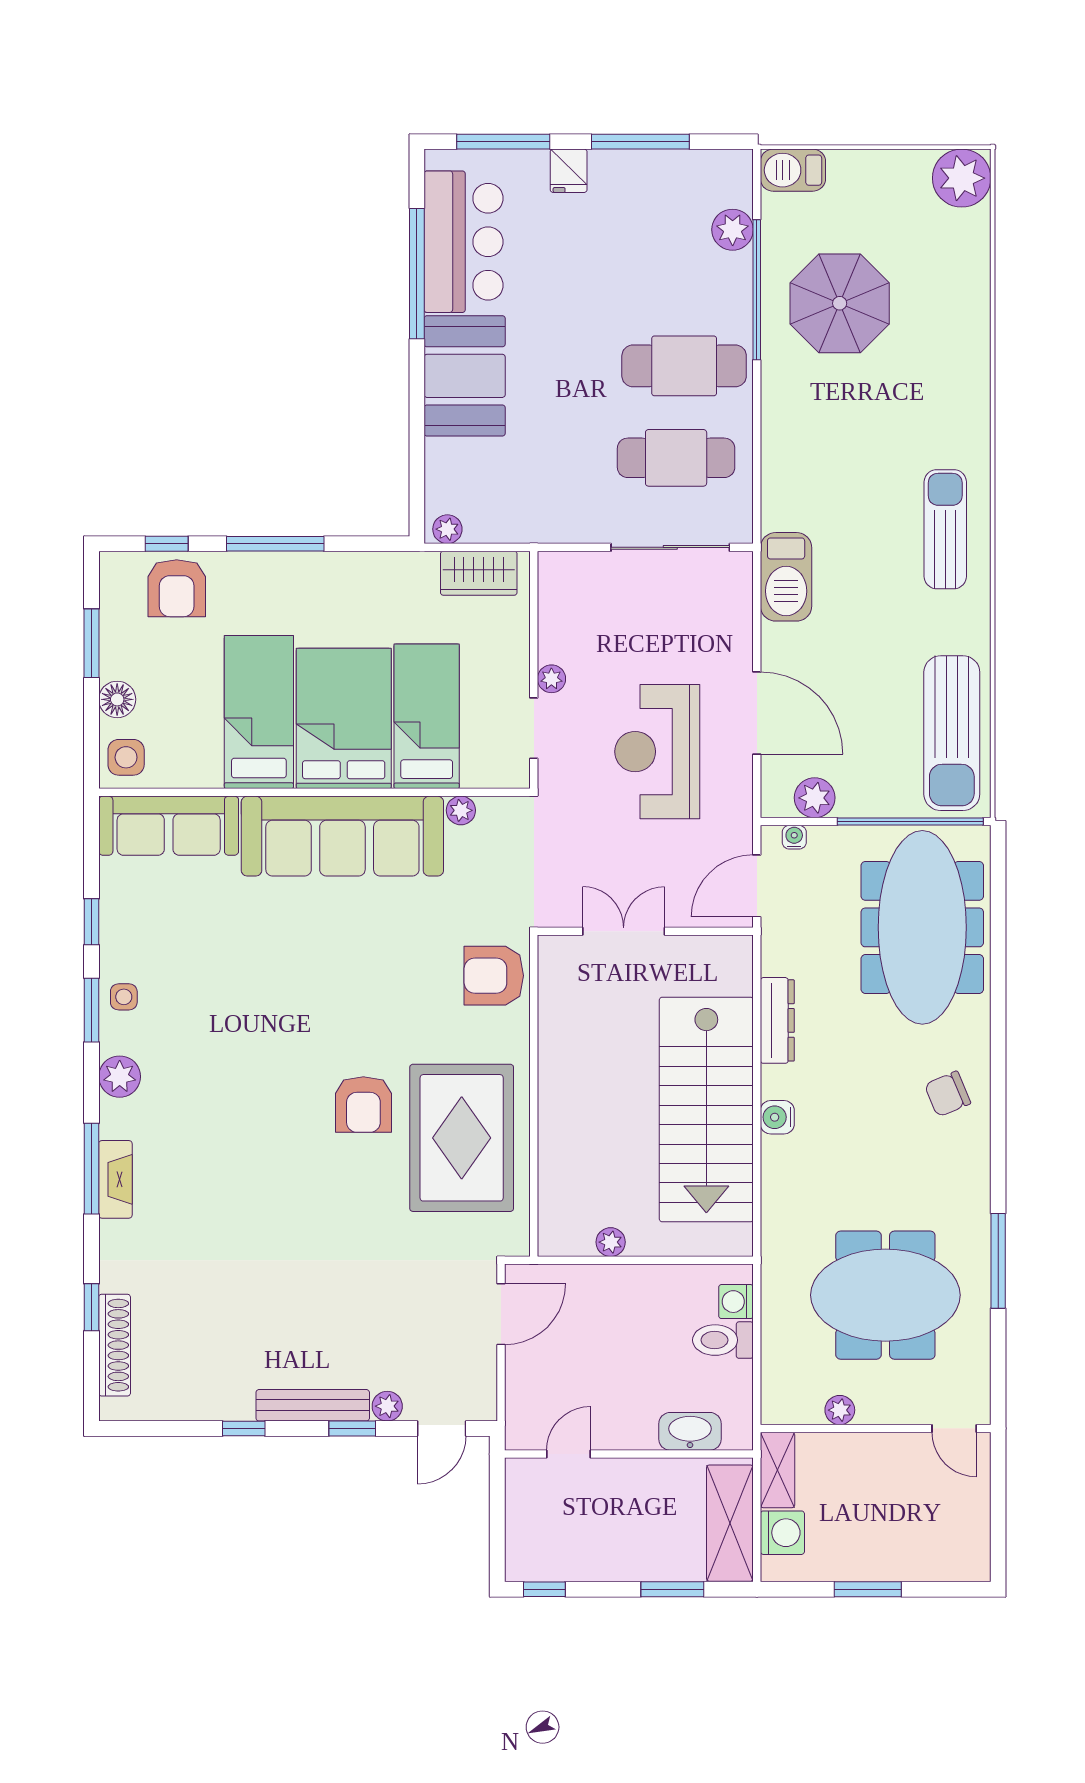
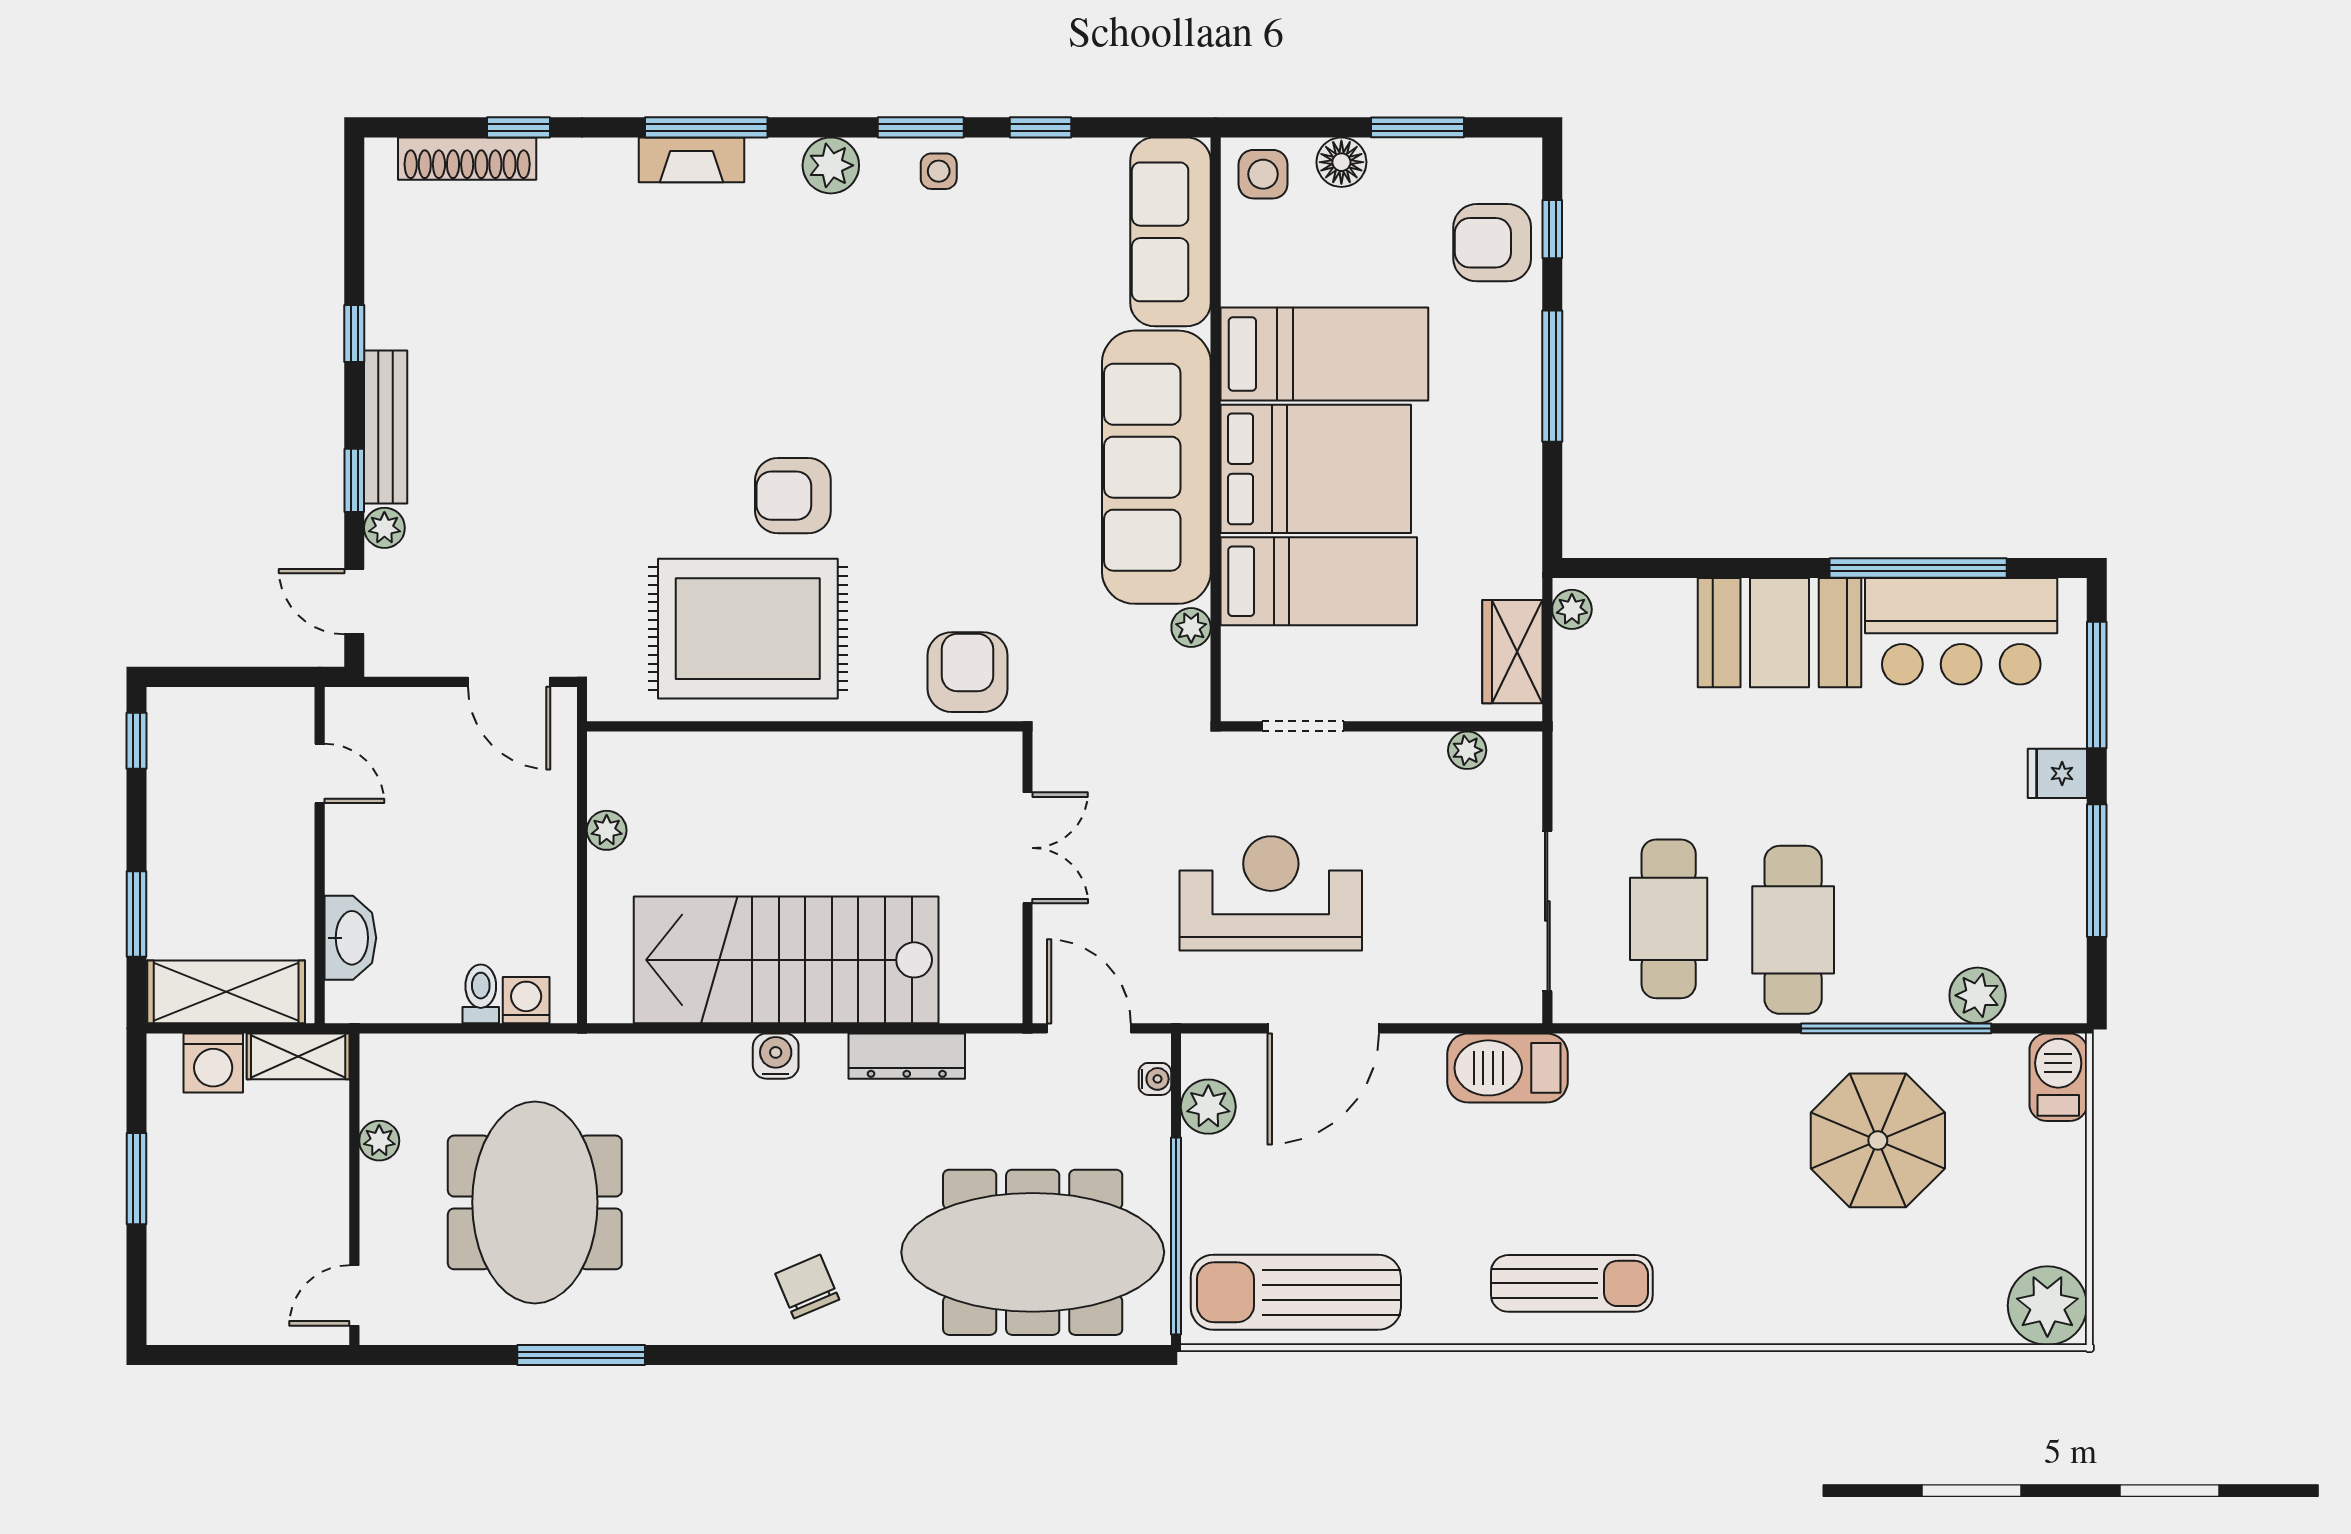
plant: (551, 679) -> (1467, 750), moved
toilet: (723, 1340) -> (481, 994), width x0.73, depth x0.72

